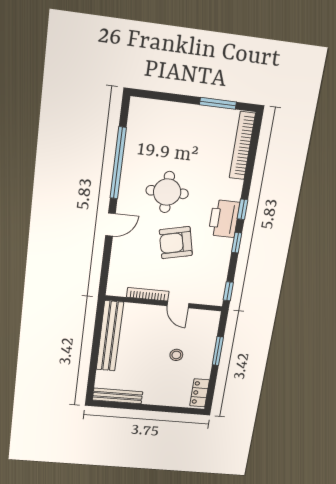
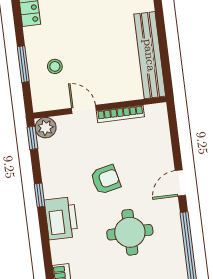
window: (243, 209) -> (44, 233), removed
armchair: (176, 243) -> (106, 180), width x0.72, depth x0.72
plant: (215, 297) -> (46, 128), added
stool: (176, 355) -> (55, 66), moved

